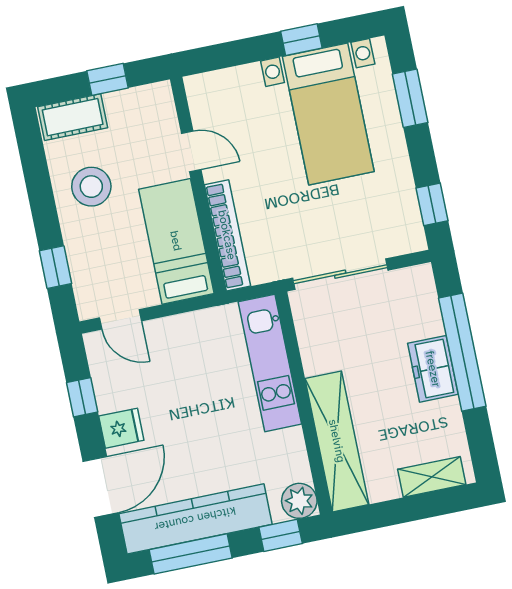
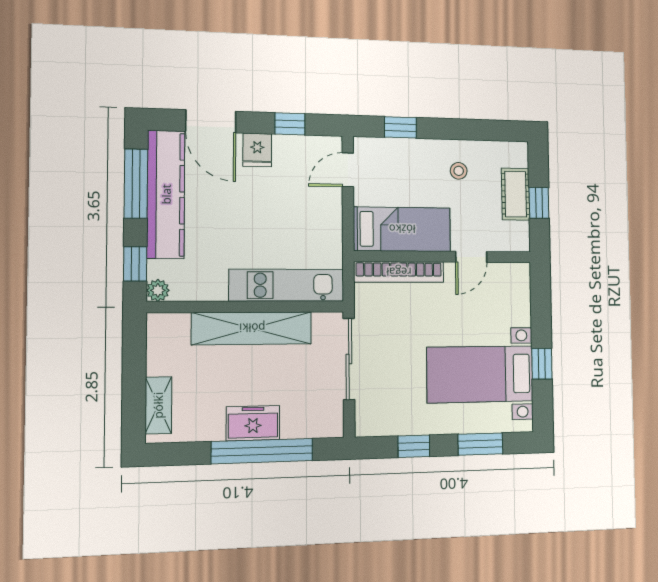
cot: (73, 117) -> (516, 194), moved
stool: (91, 187) -> (459, 171), width x0.53, depth x0.53
window: (432, 204) -> (414, 446), moved
shelving: (337, 441) -> (252, 328), moved
plant: (299, 501) -> (158, 290), width x0.73, depth x0.73

